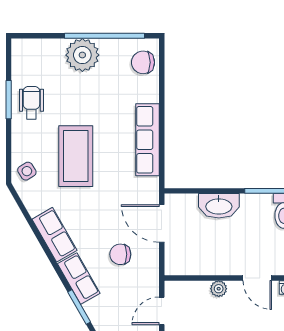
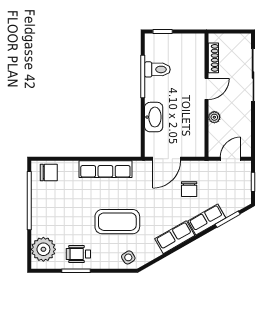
plant: (82, 55) -> (43, 249), moved
chair: (143, 62) -> (49, 172), turned -90
door: (162, 311) -> (230, 159), swing flipped

